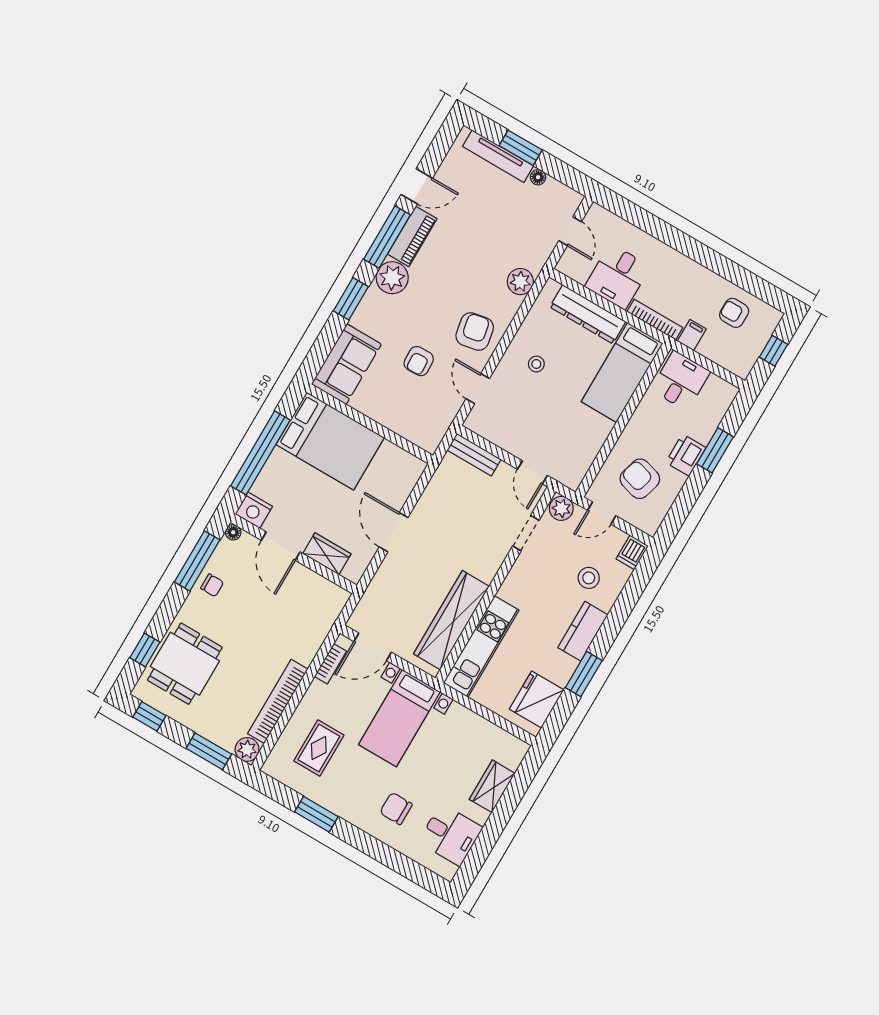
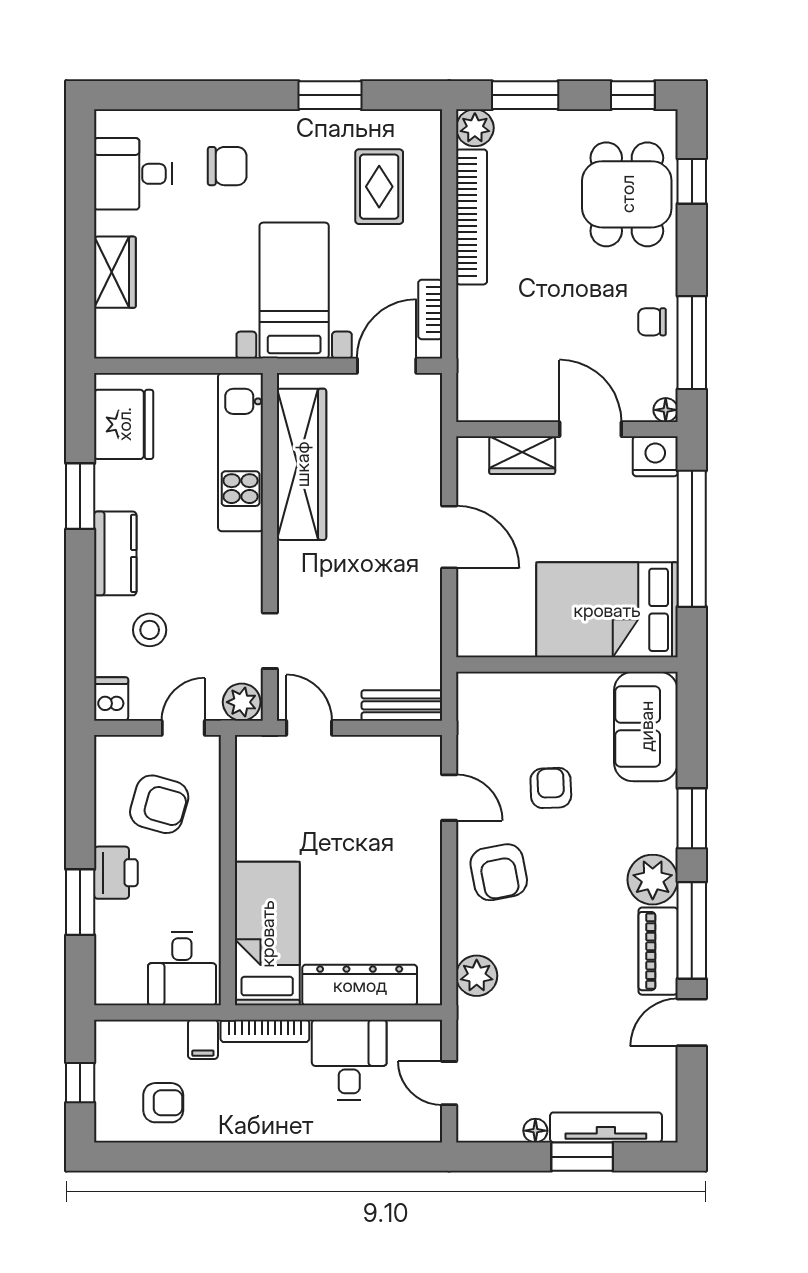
stool: (536, 364) -> (390, 877), removed

